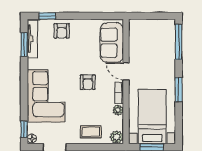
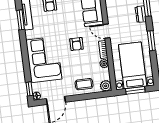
dresser: (170, 56) -> (141, 14), added

